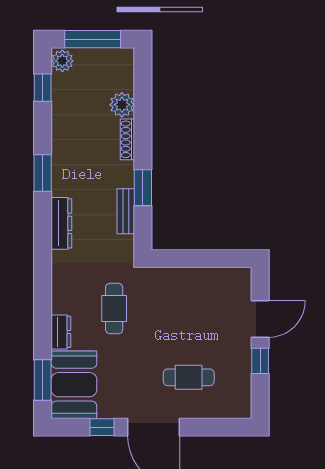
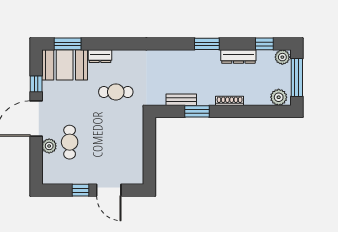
plant: (122, 105) -> (279, 97), moved
dresser: (61, 223) -> (238, 57), moved
plant: (194, 408) -> (49, 146), added

